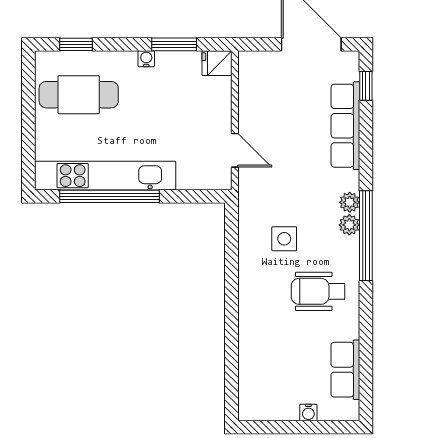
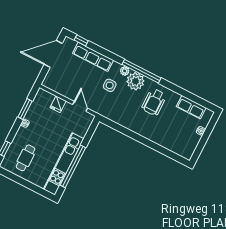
fridge: (217, 63) -> (58, 104), moved
cafe table: (79, 95) -> (26, 158), width x0.73, depth x0.74
door: (235, 150) -> (80, 106), hinge flipped
plant: (349, 225) -> (135, 81), width x1.87, depth x1.87
side table: (284, 239) -> (110, 85), moved

